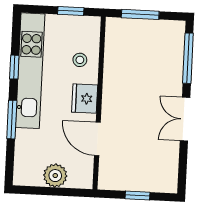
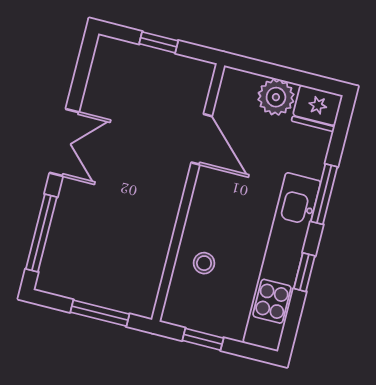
fridge: (85, 99) -> (317, 108), moved, turned 90

